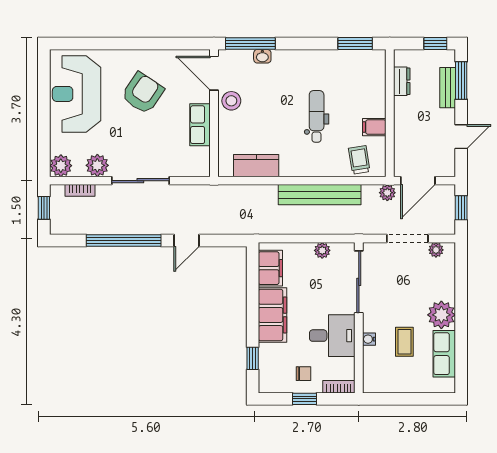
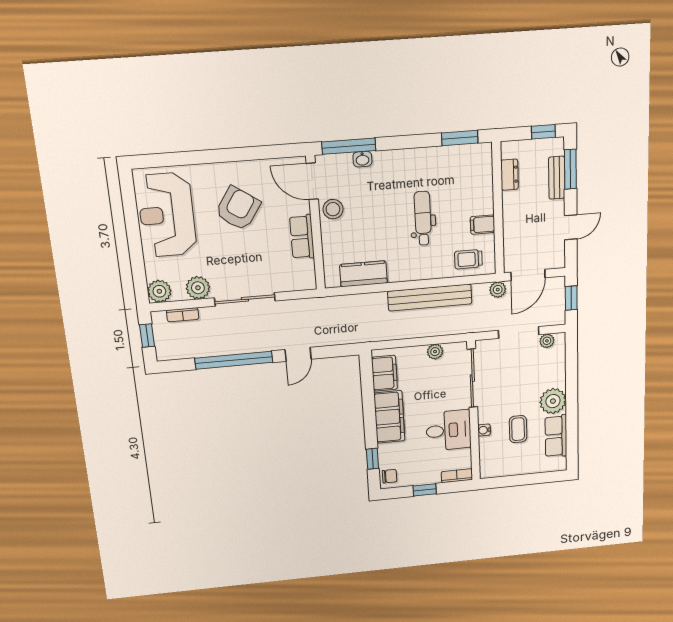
trolley: (359, 160) -> (468, 259), turned -81
chair: (303, 374) -> (389, 476), moved

